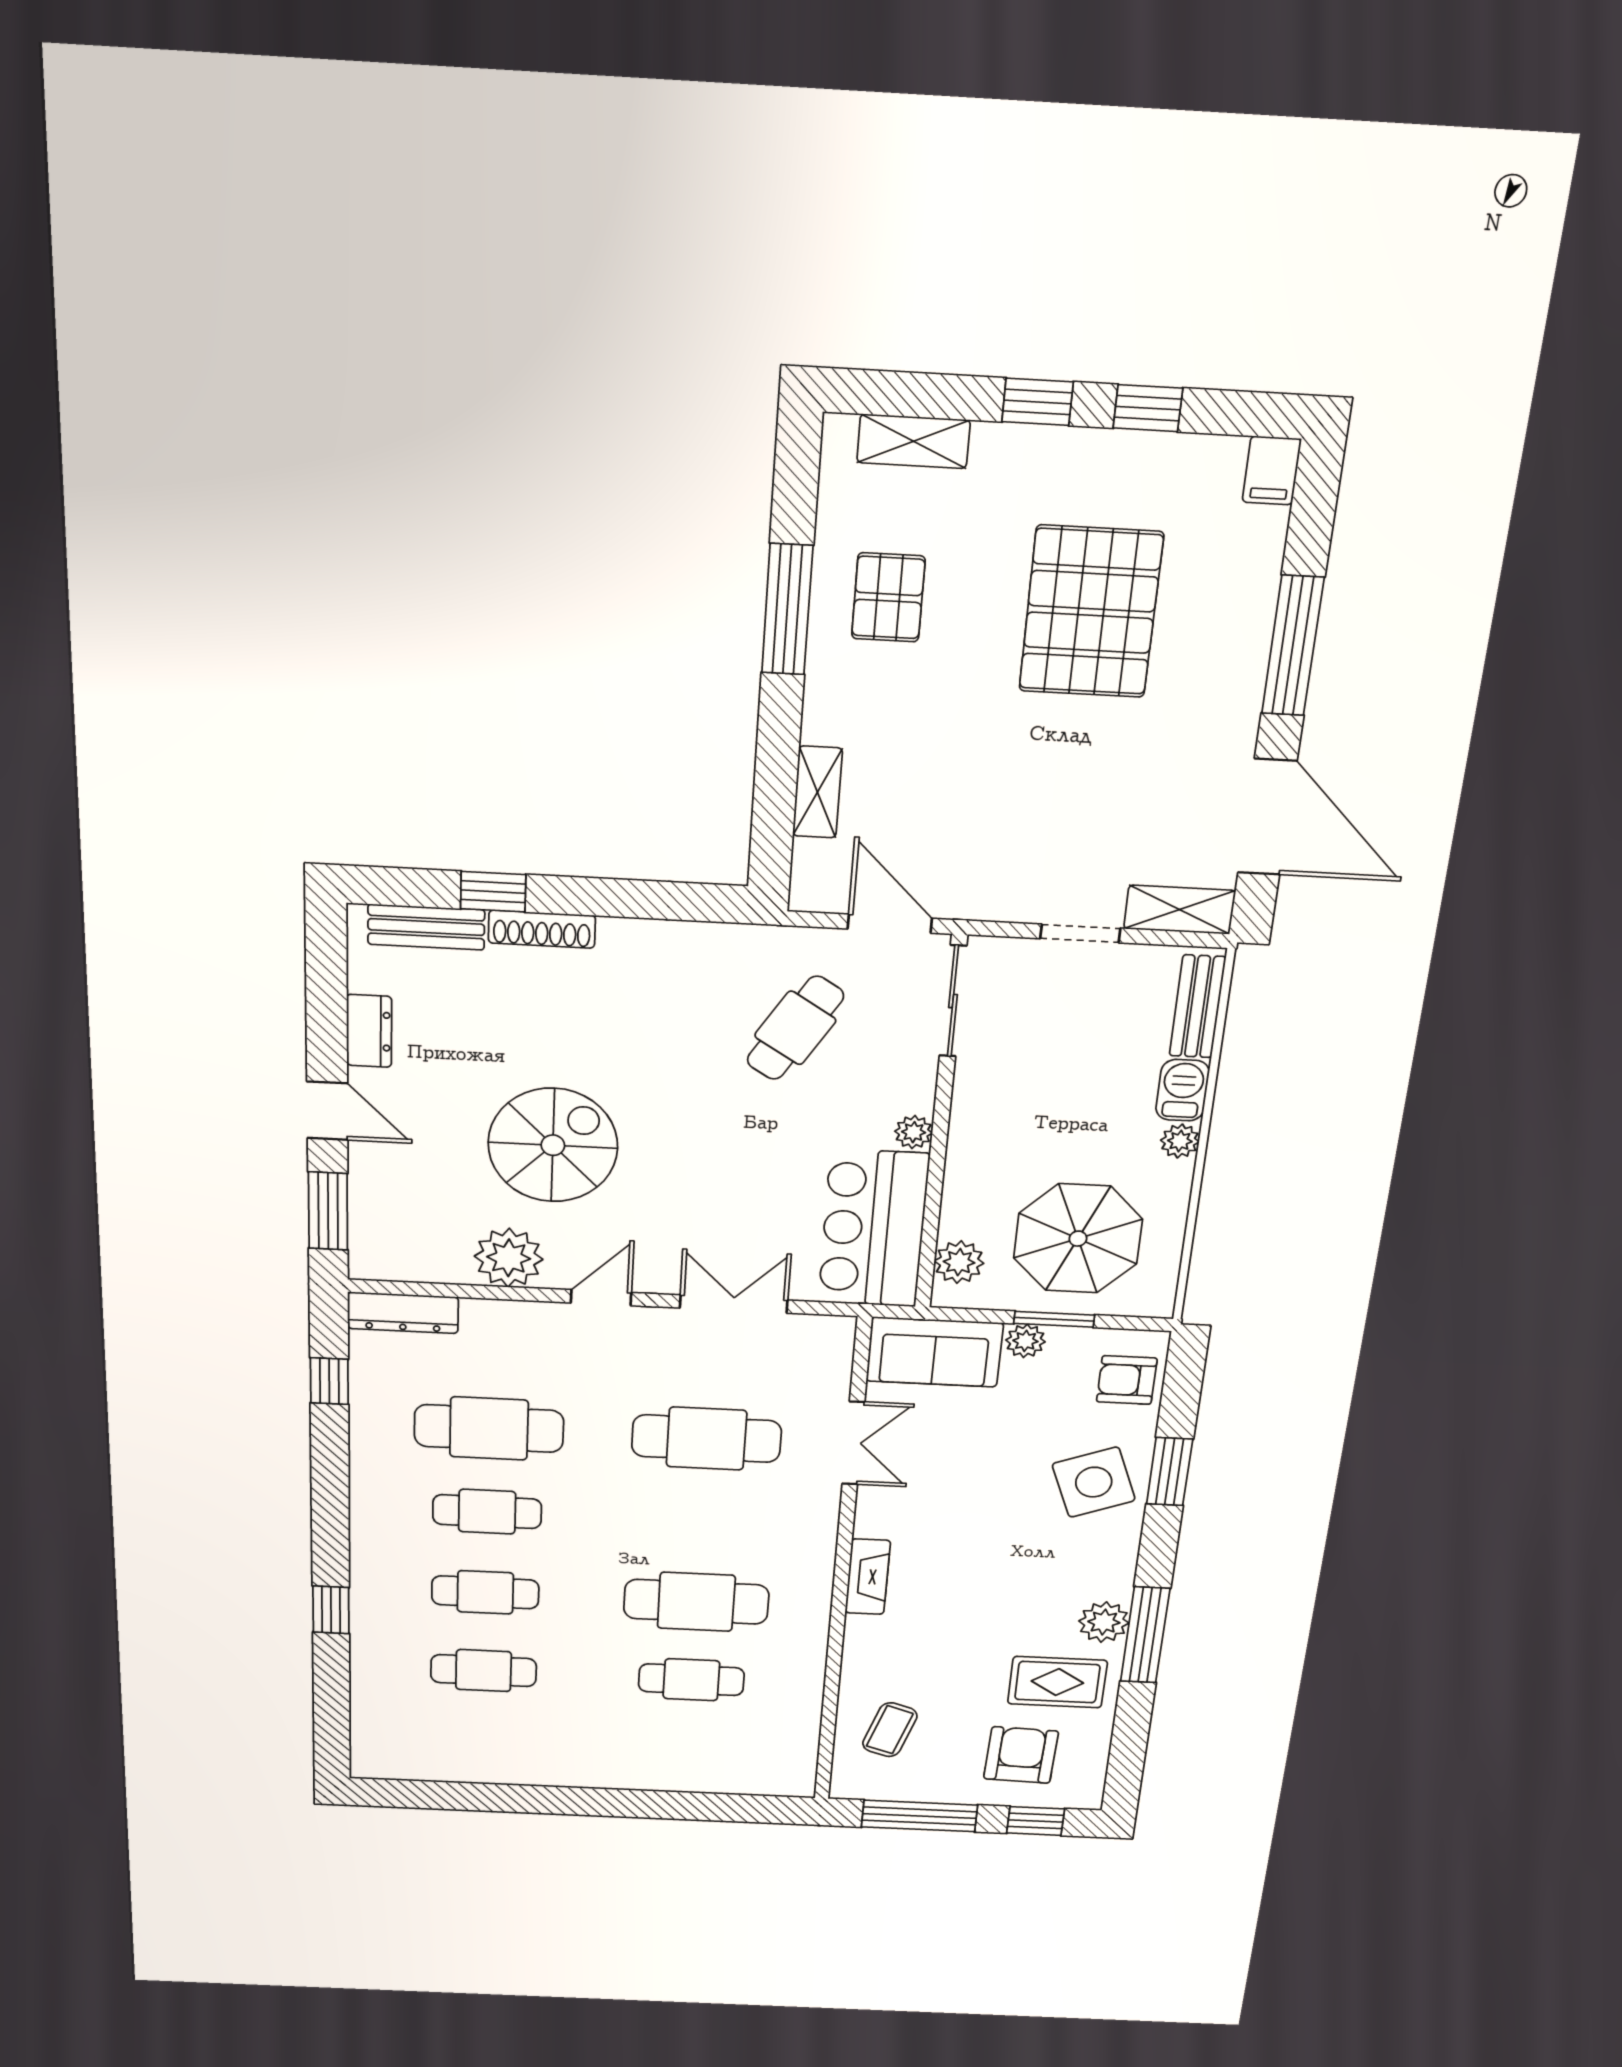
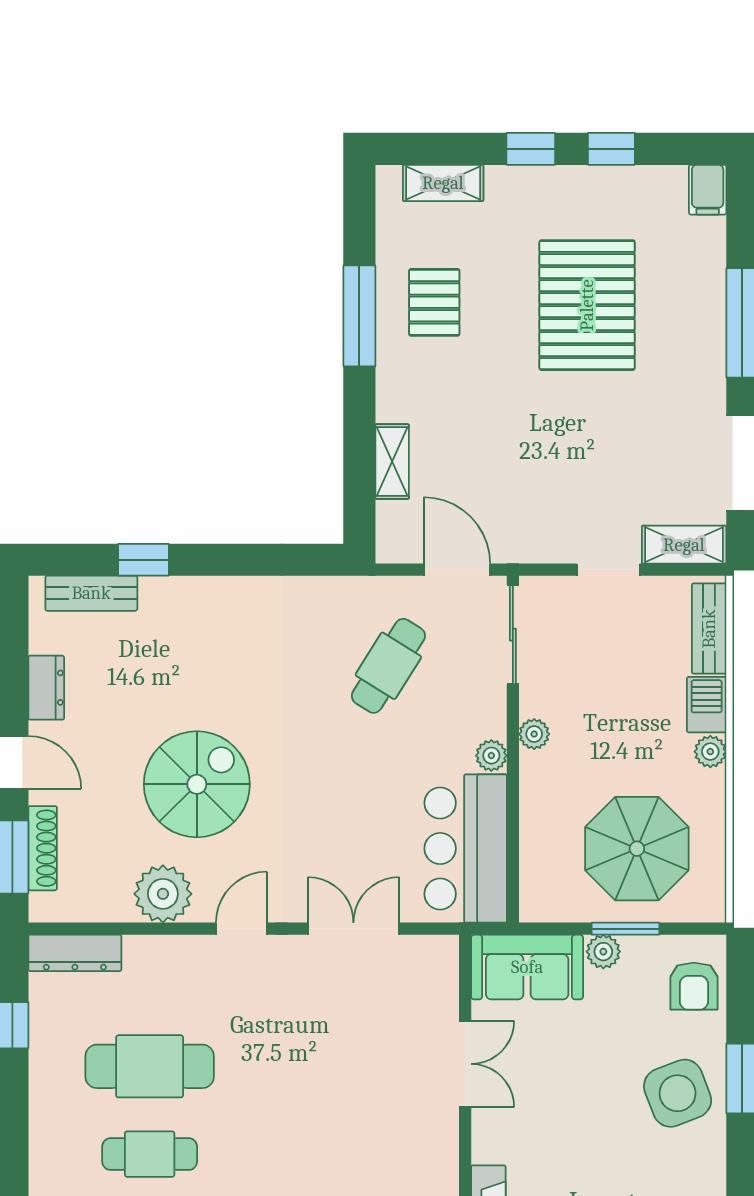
shoe rack: (542, 929) -> (43, 848), moved, turned -90
plant: (959, 1262) -> (534, 734), moved, width x0.73, depth x0.73
armchair: (1127, 1380) -> (694, 986), turned -90
cafe table: (706, 1439) -> (338, 1066), removed

